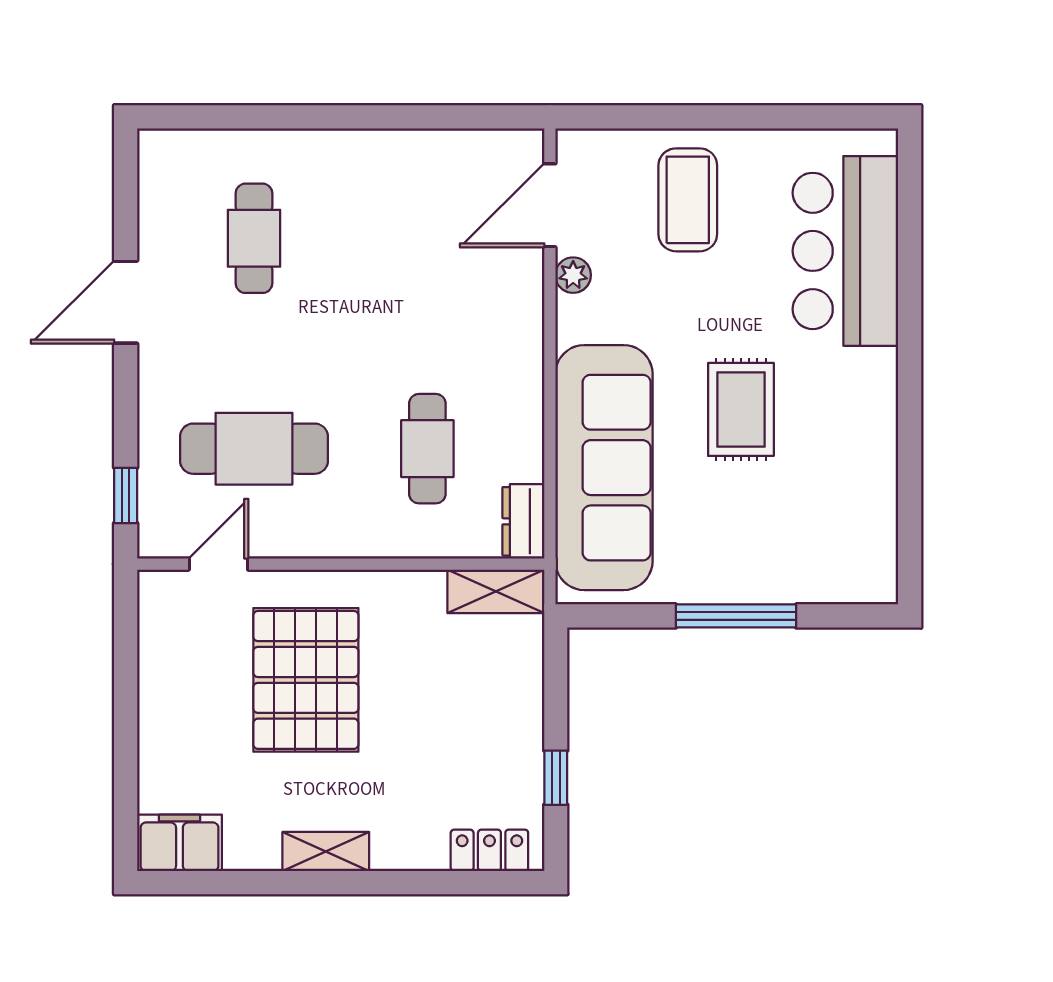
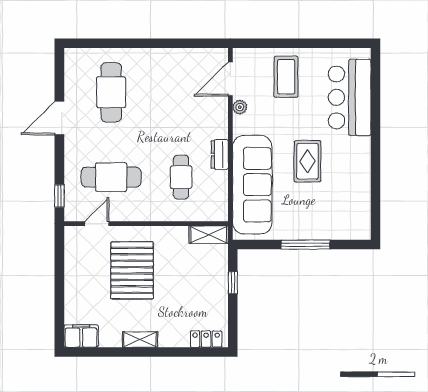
cafe table: (254, 238) -> (111, 92), width x1.37, depth x1.35
dresser: (523, 521) -> (220, 154), moved
window: (556, 778) -> (233, 283), moved

